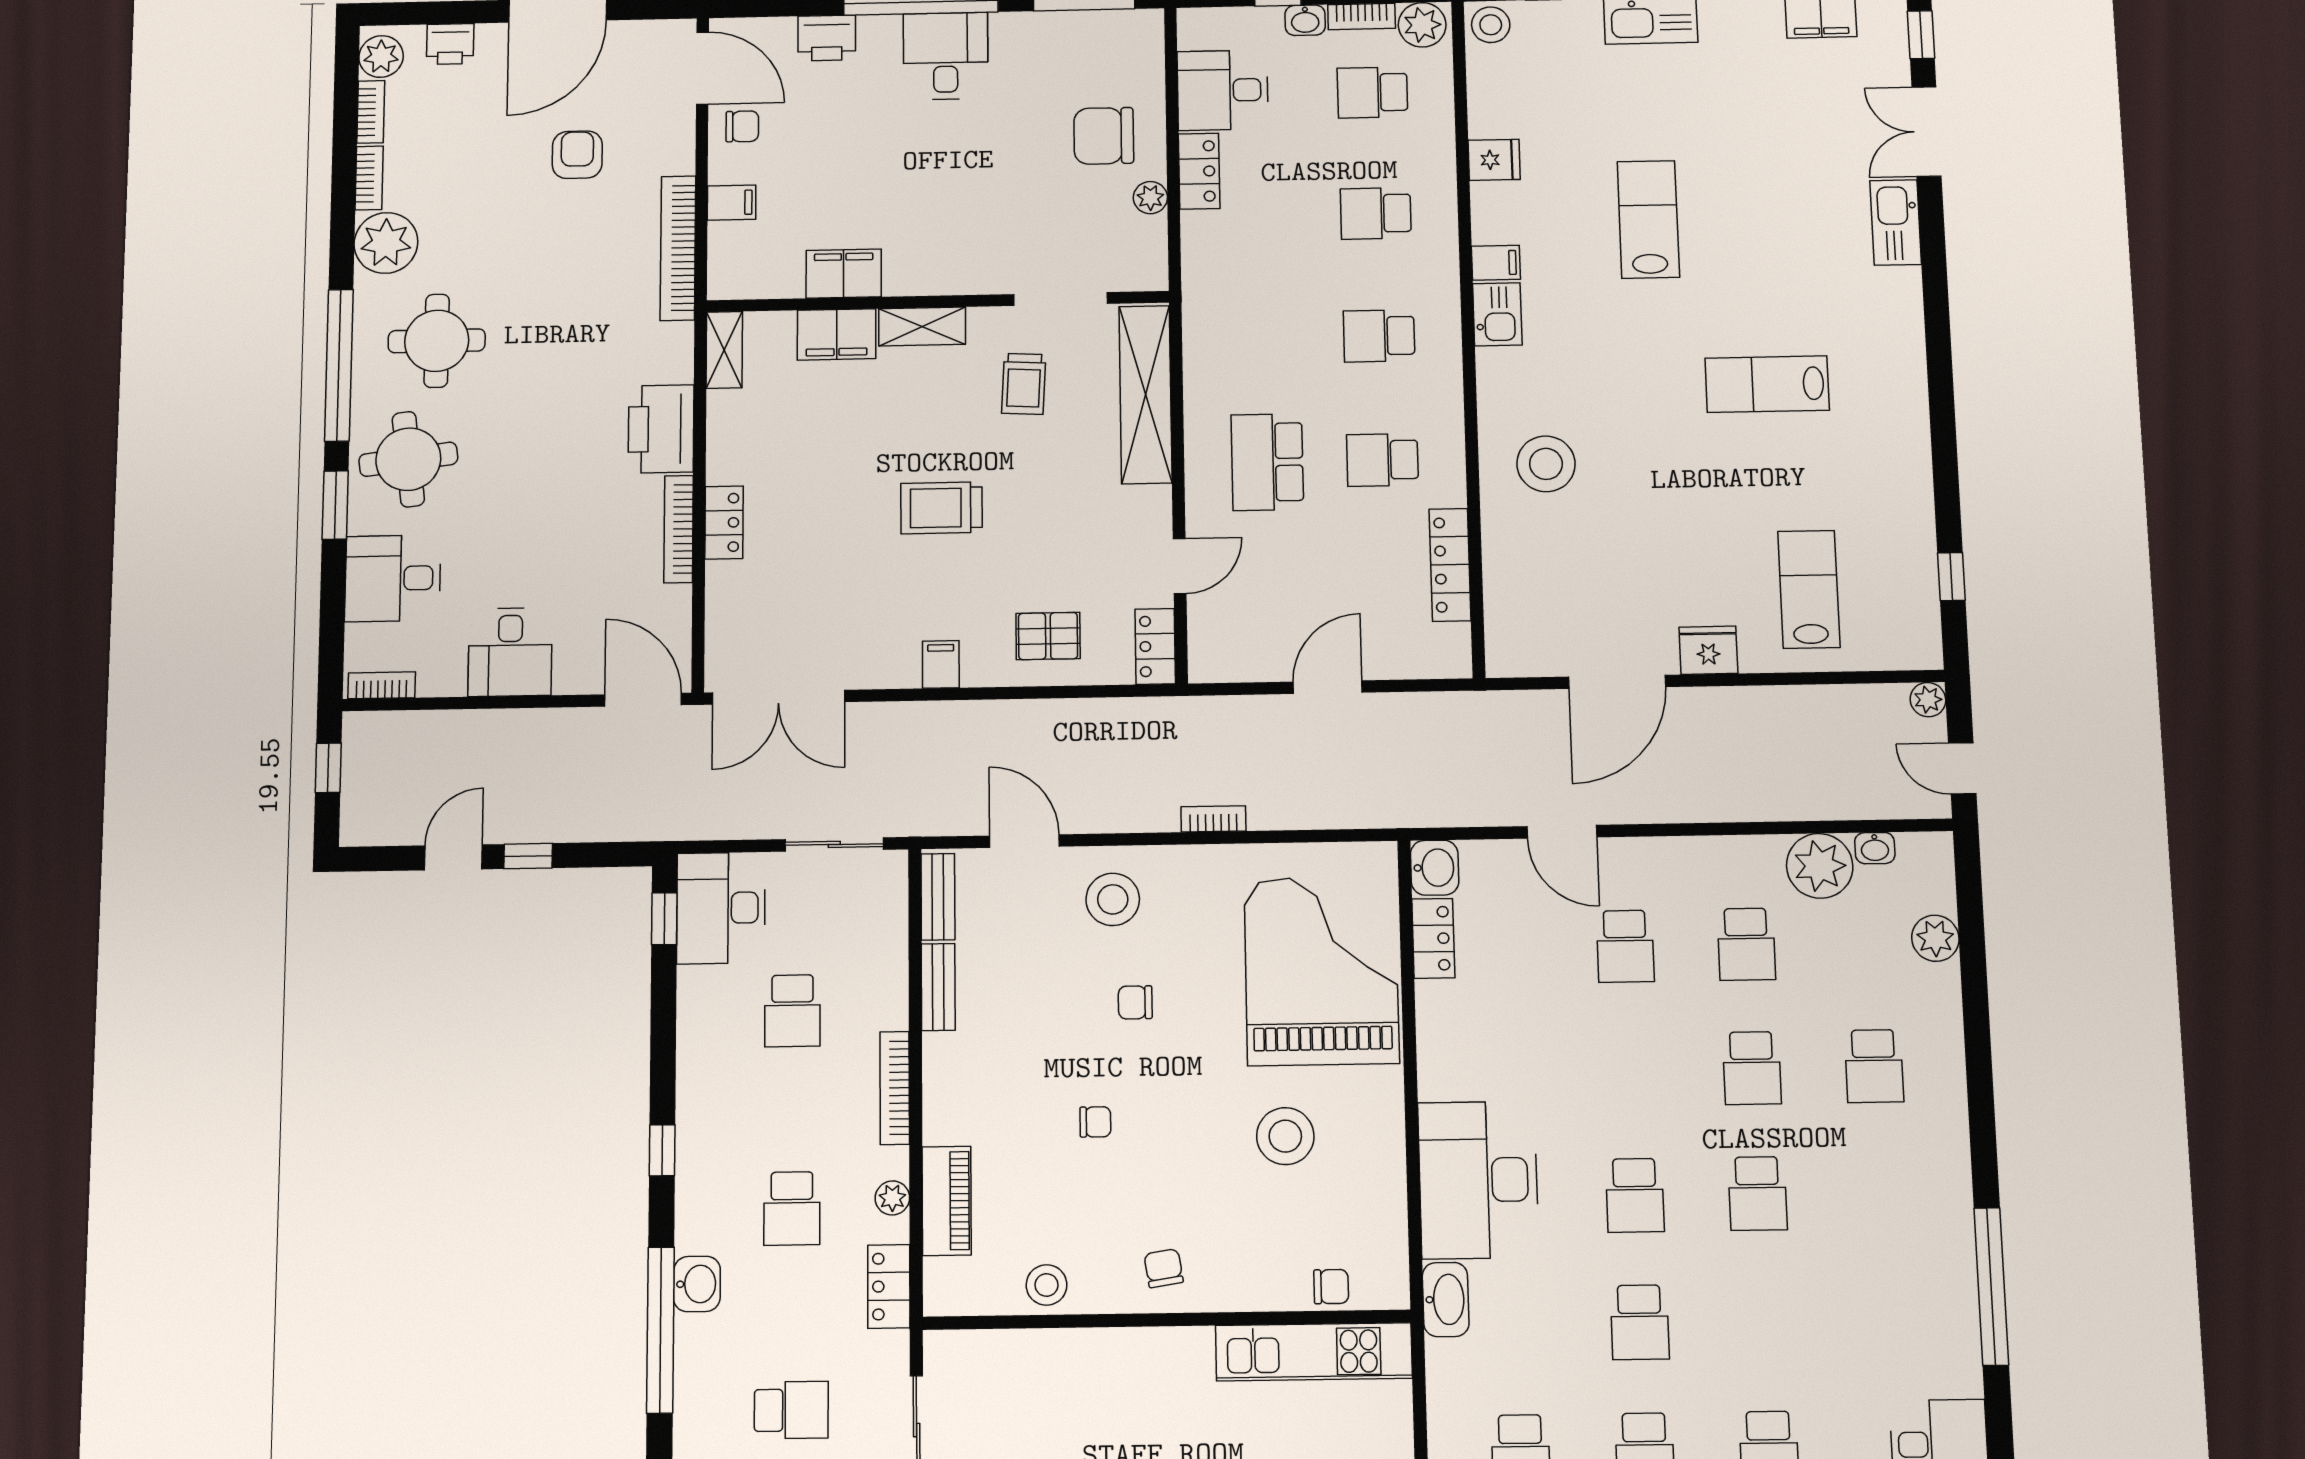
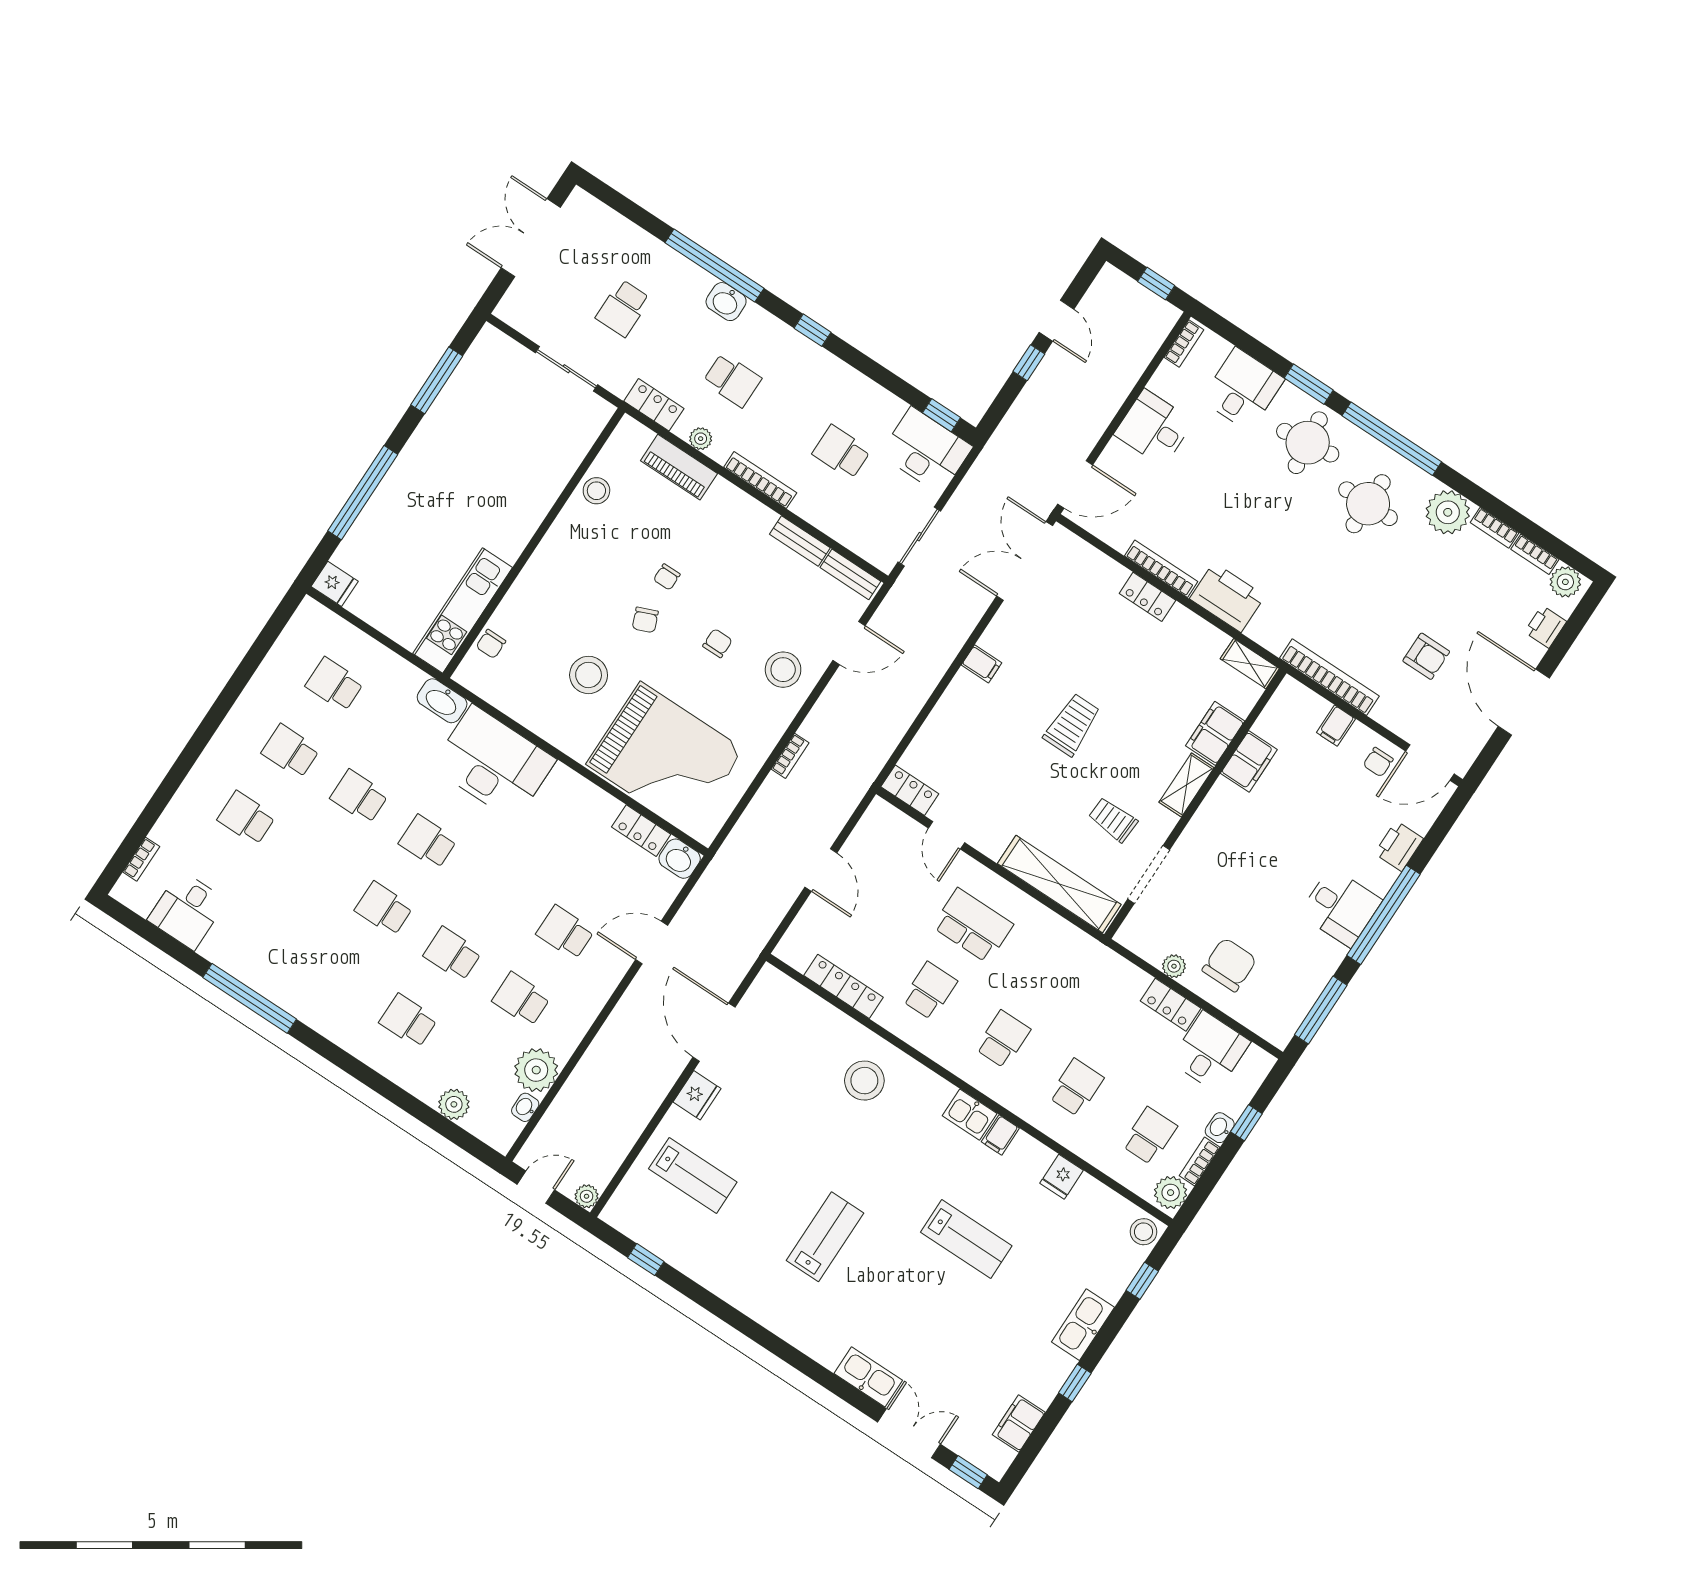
pallet: (1048, 636) -> (957, 735), removed
school desk: (792, 1208) -> (732, 380), turned 180
chair: (1164, 1268) -> (645, 620), moved, turned 77

